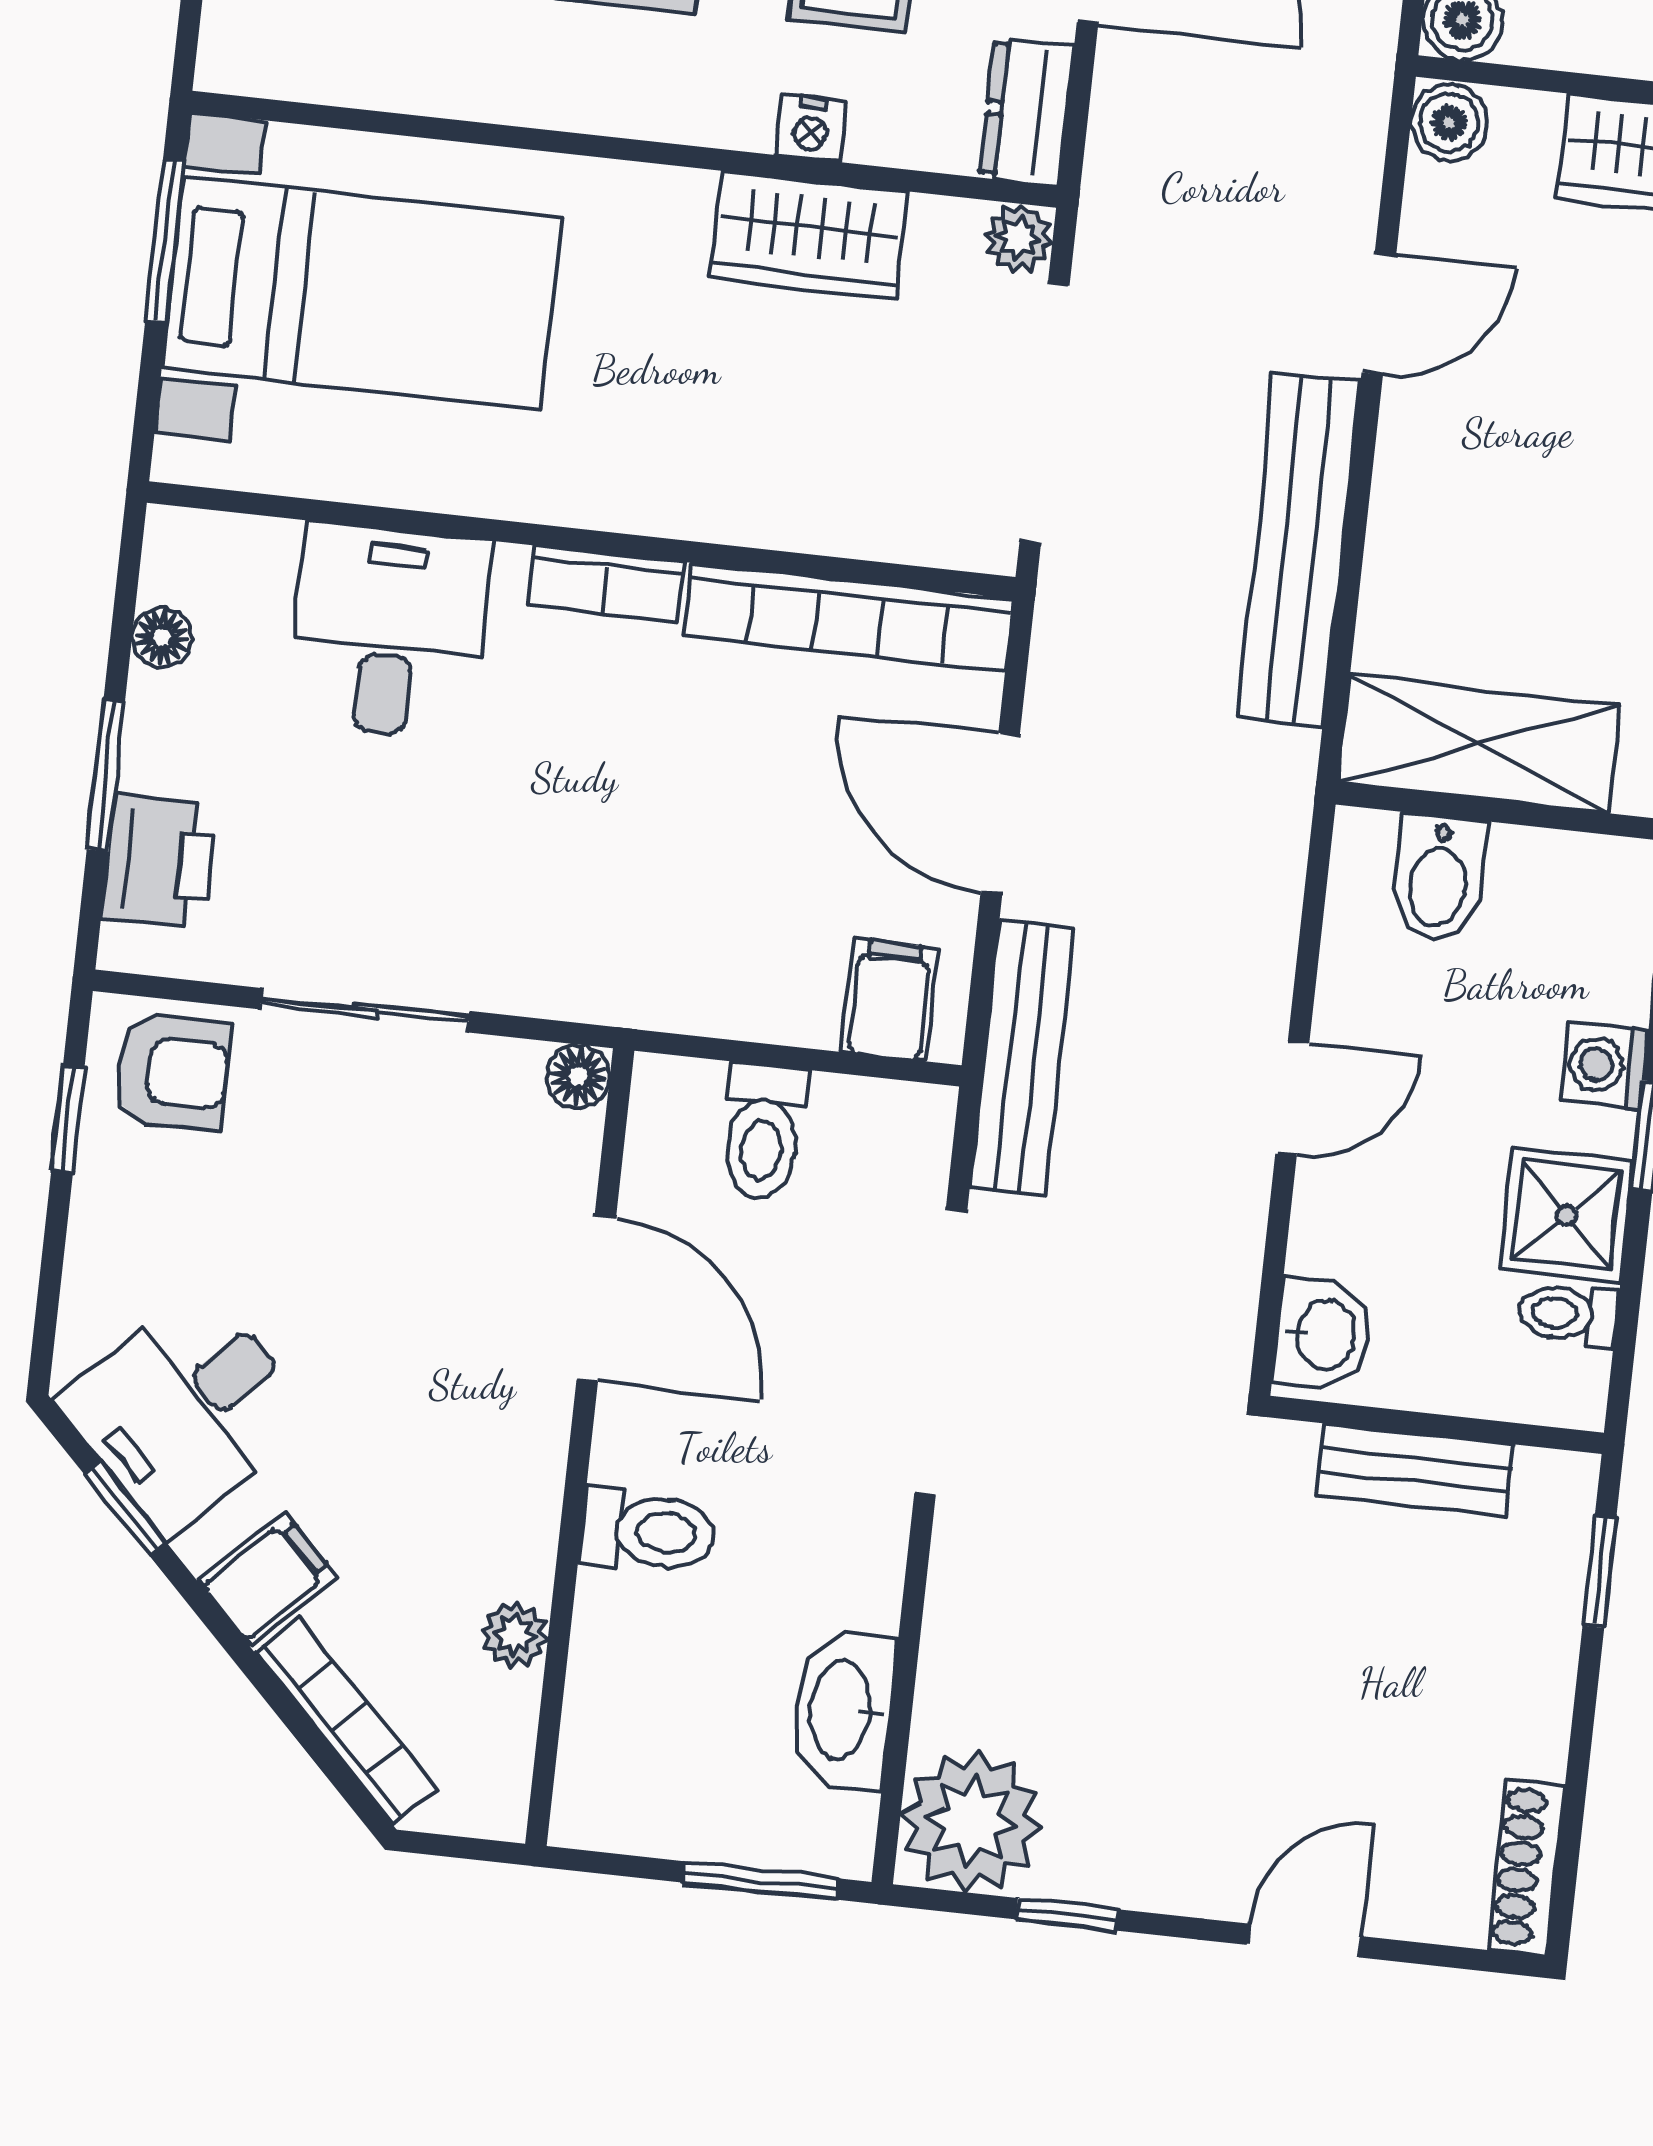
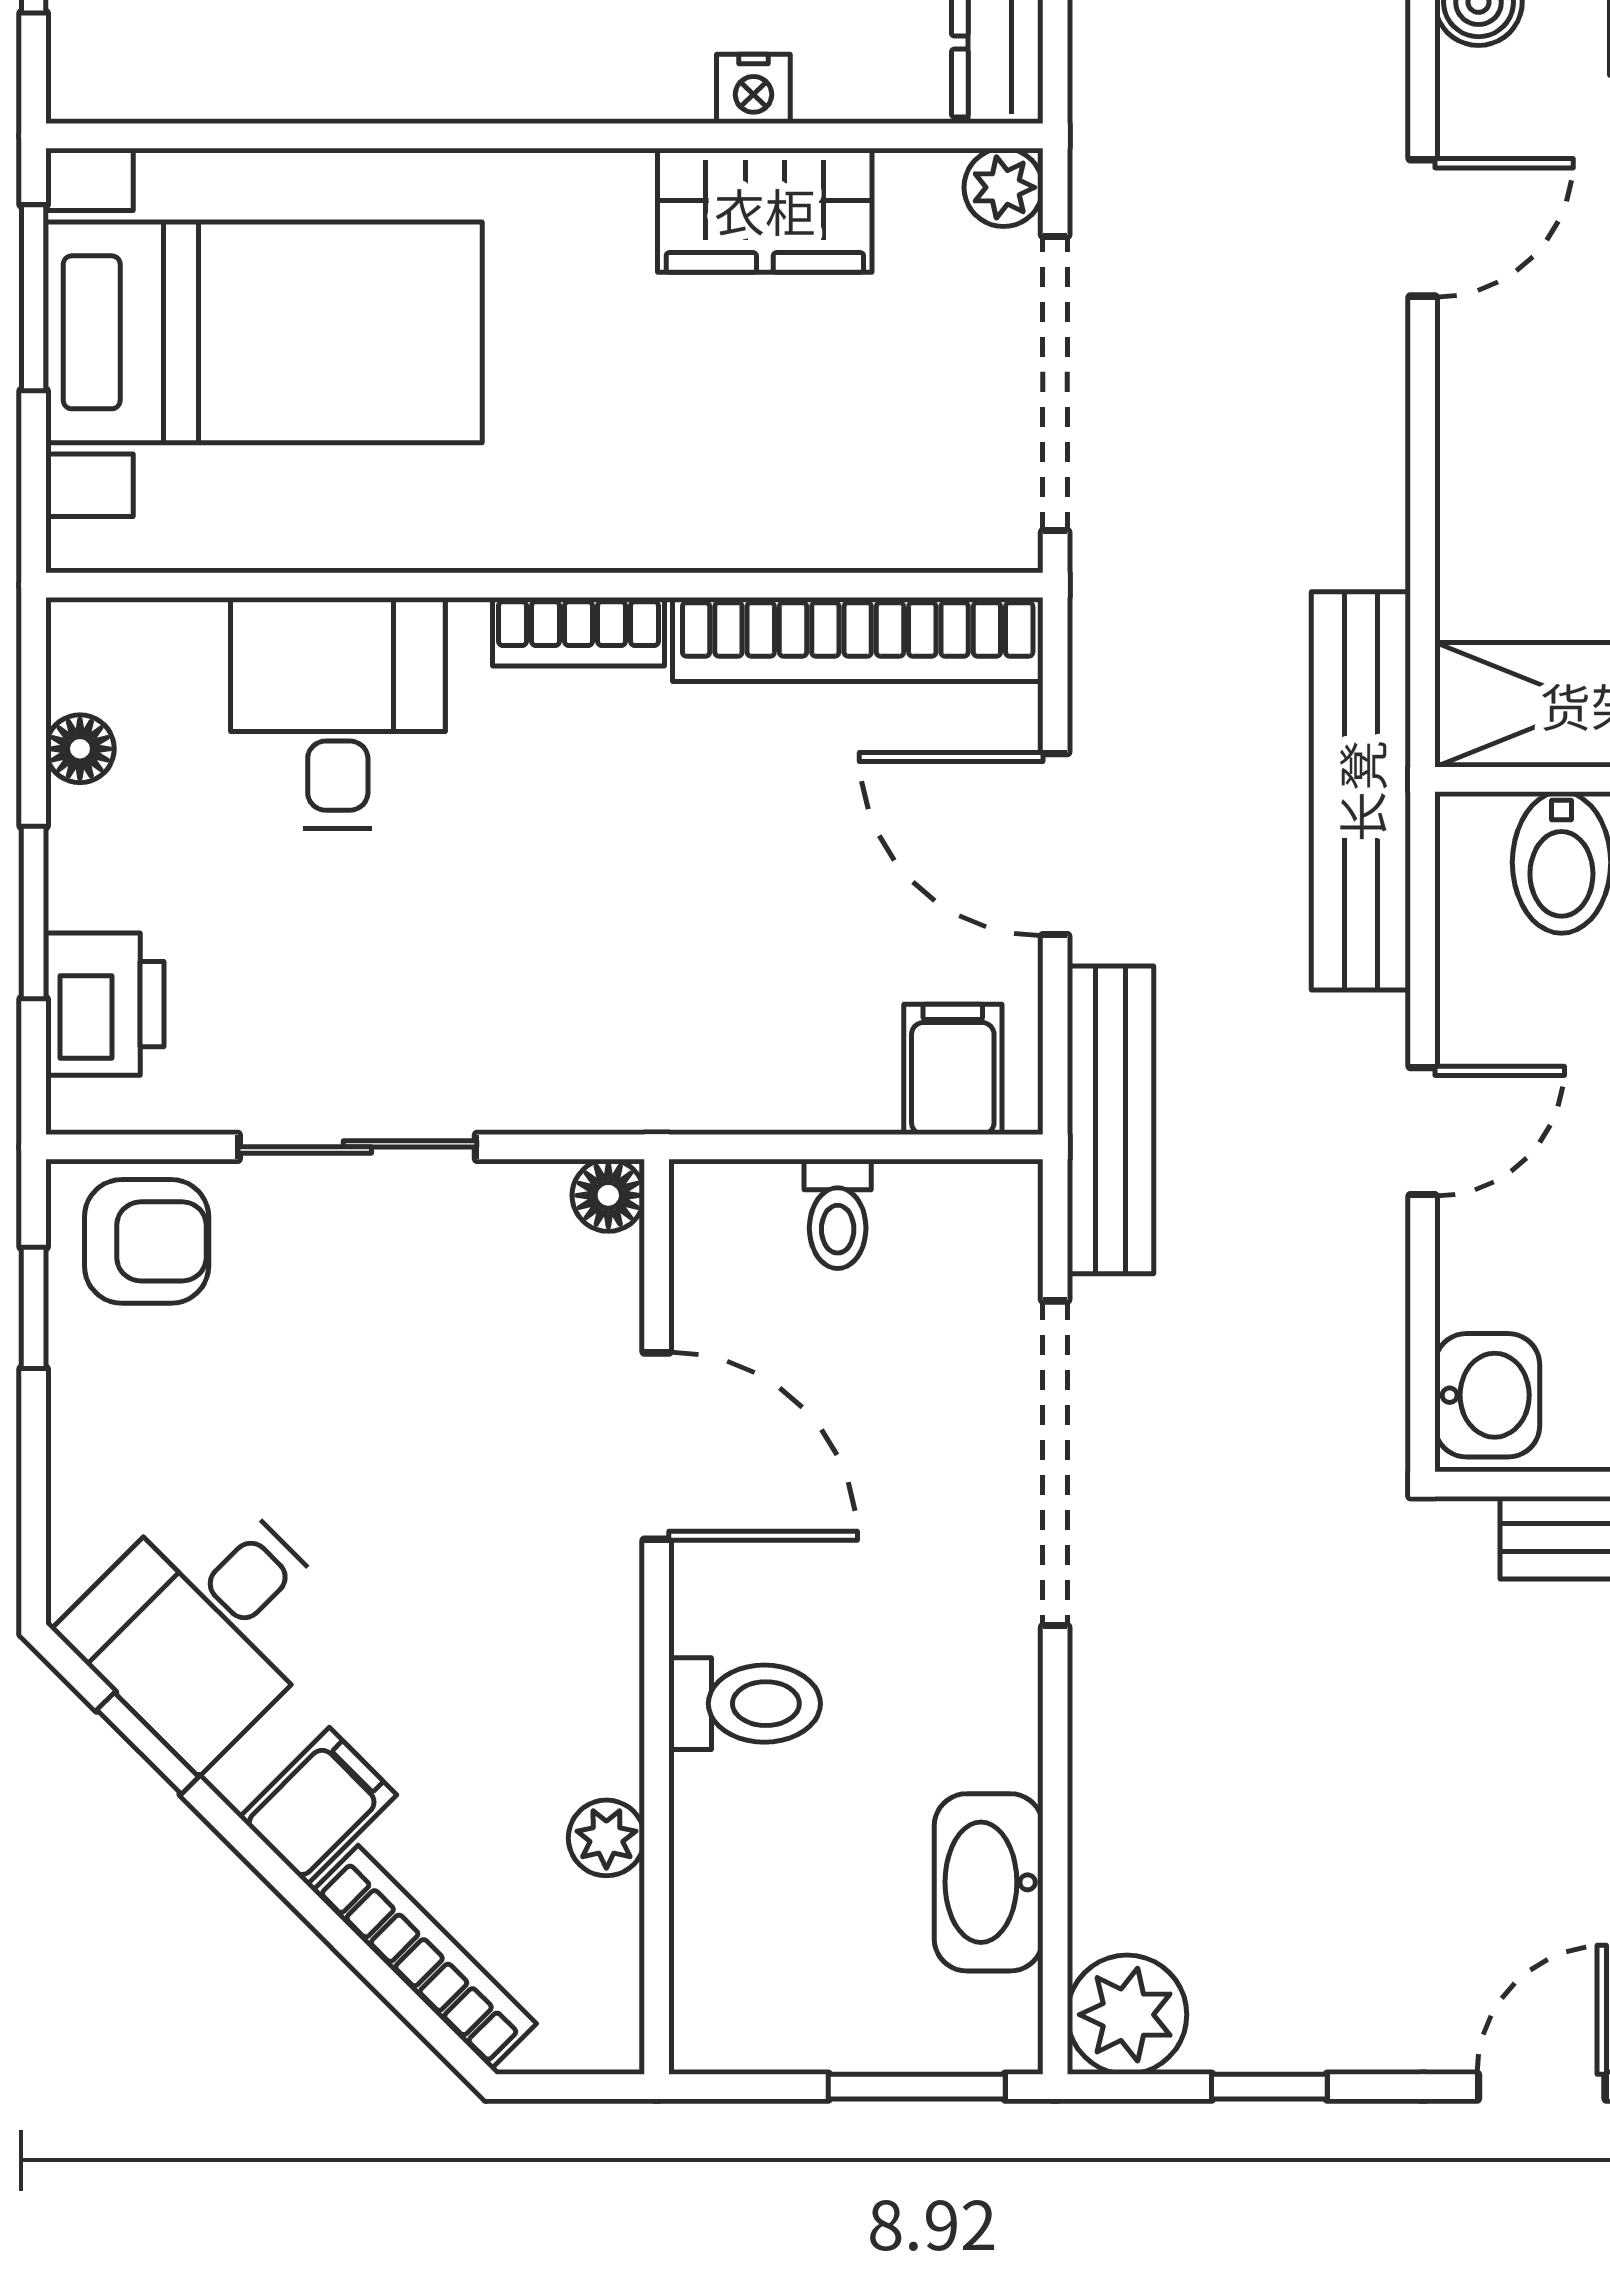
bench: (1299, 549) -> (1361, 791), moved
toilet: (763, 1132) -> (838, 1214), width x0.73, depth x0.72
plant: (971, 1821) -> (1127, 2015), width x0.73, depth x0.73

